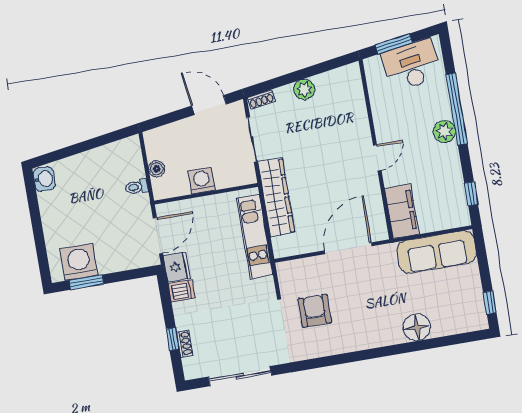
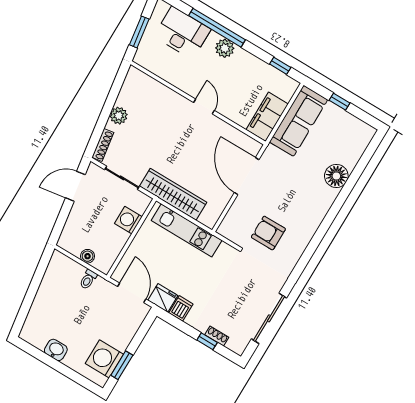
desk: (412, 65) -> (182, 33), moved, turned 99
shoe rack: (261, 99) -> (103, 145), width x1.43
washbasin: (44, 179) -> (56, 350), moved
washing machine: (201, 181) -> (128, 220), moved
filing cabinet: (402, 211) -> (267, 117), moved, turned -90
window: (490, 302) -> (340, 102), moved

